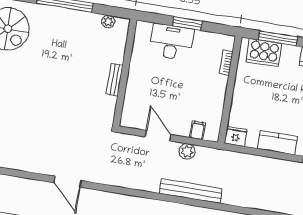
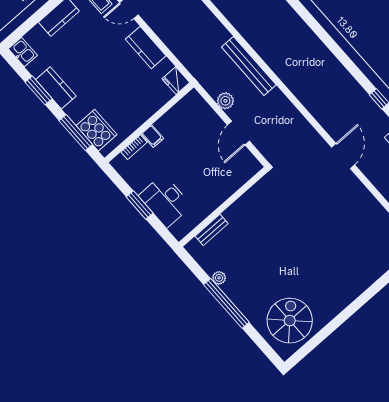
plant: (108, 21) -> (219, 278), moved
bench: (115, 80) -> (212, 230), moved
filing cabinet: (198, 130) -> (153, 136), moved, turned -90

